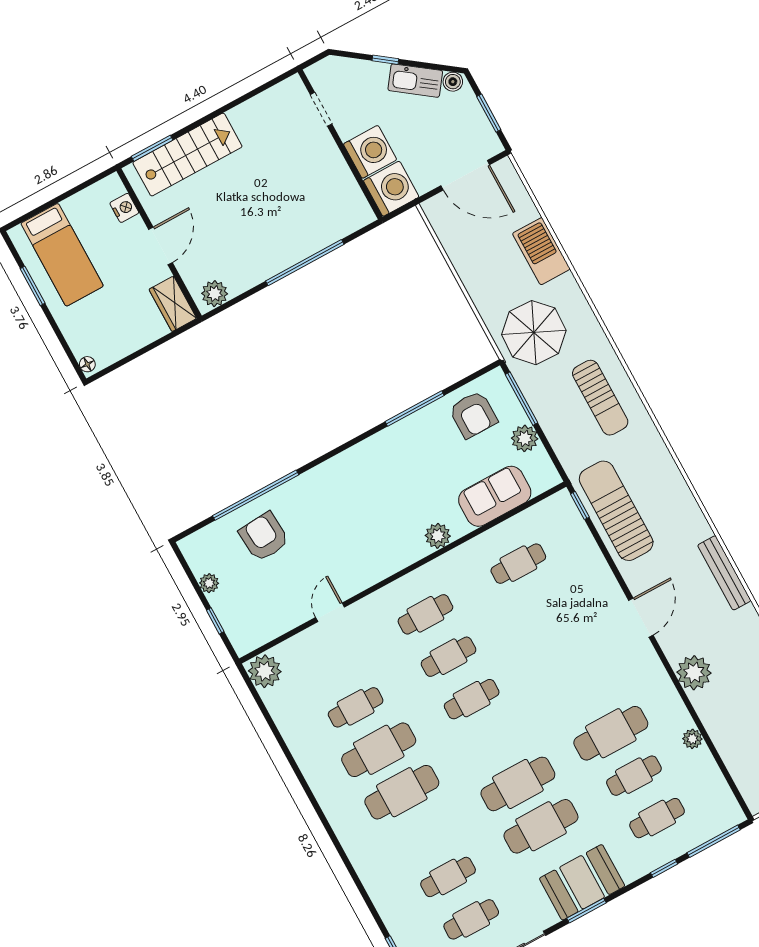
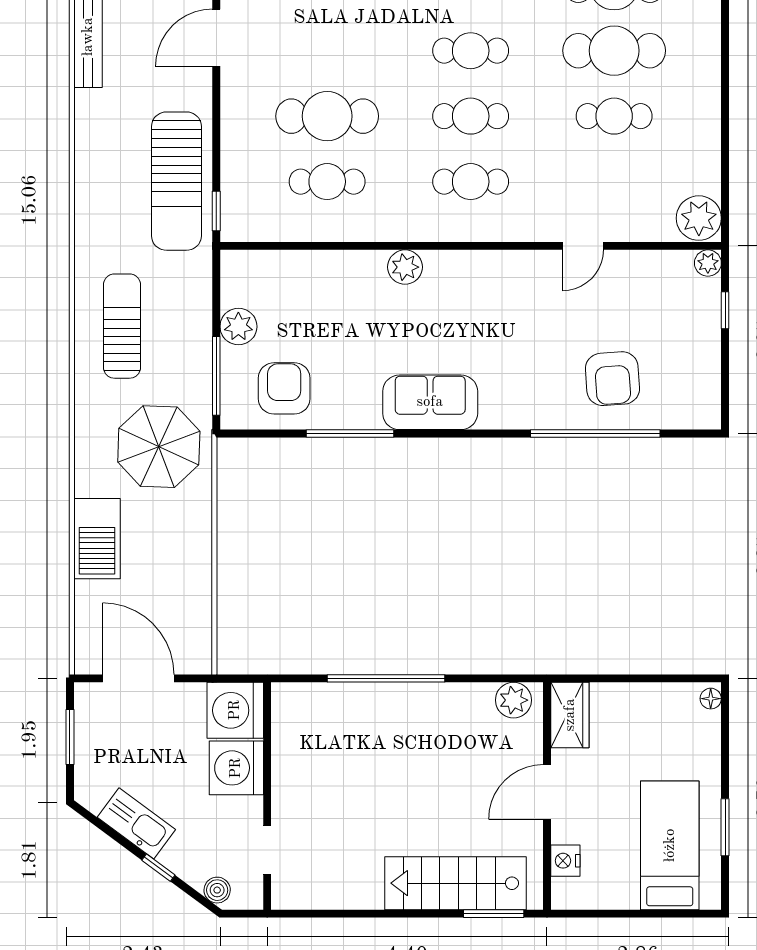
boiler: (453, 82) -> (217, 890), moved
sofa: (495, 496) -> (430, 402), moved, turned 180
plant: (209, 583) -> (708, 263), moved
cafe table: (541, 606) -> (327, 116), added

